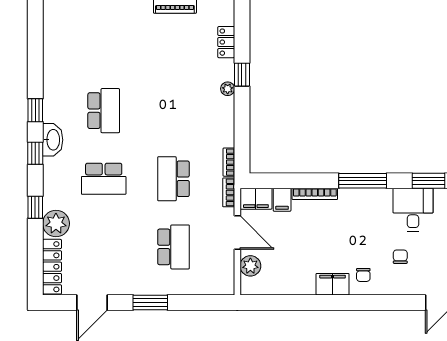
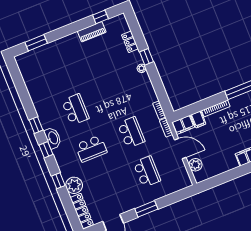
school desk: (173, 179) -> (131, 132), turned 180

